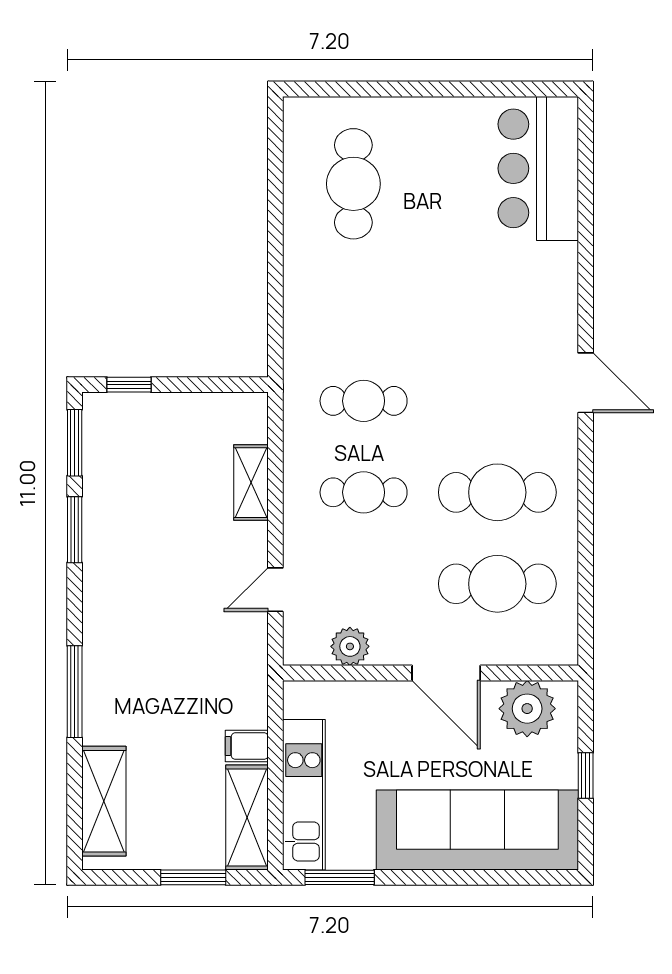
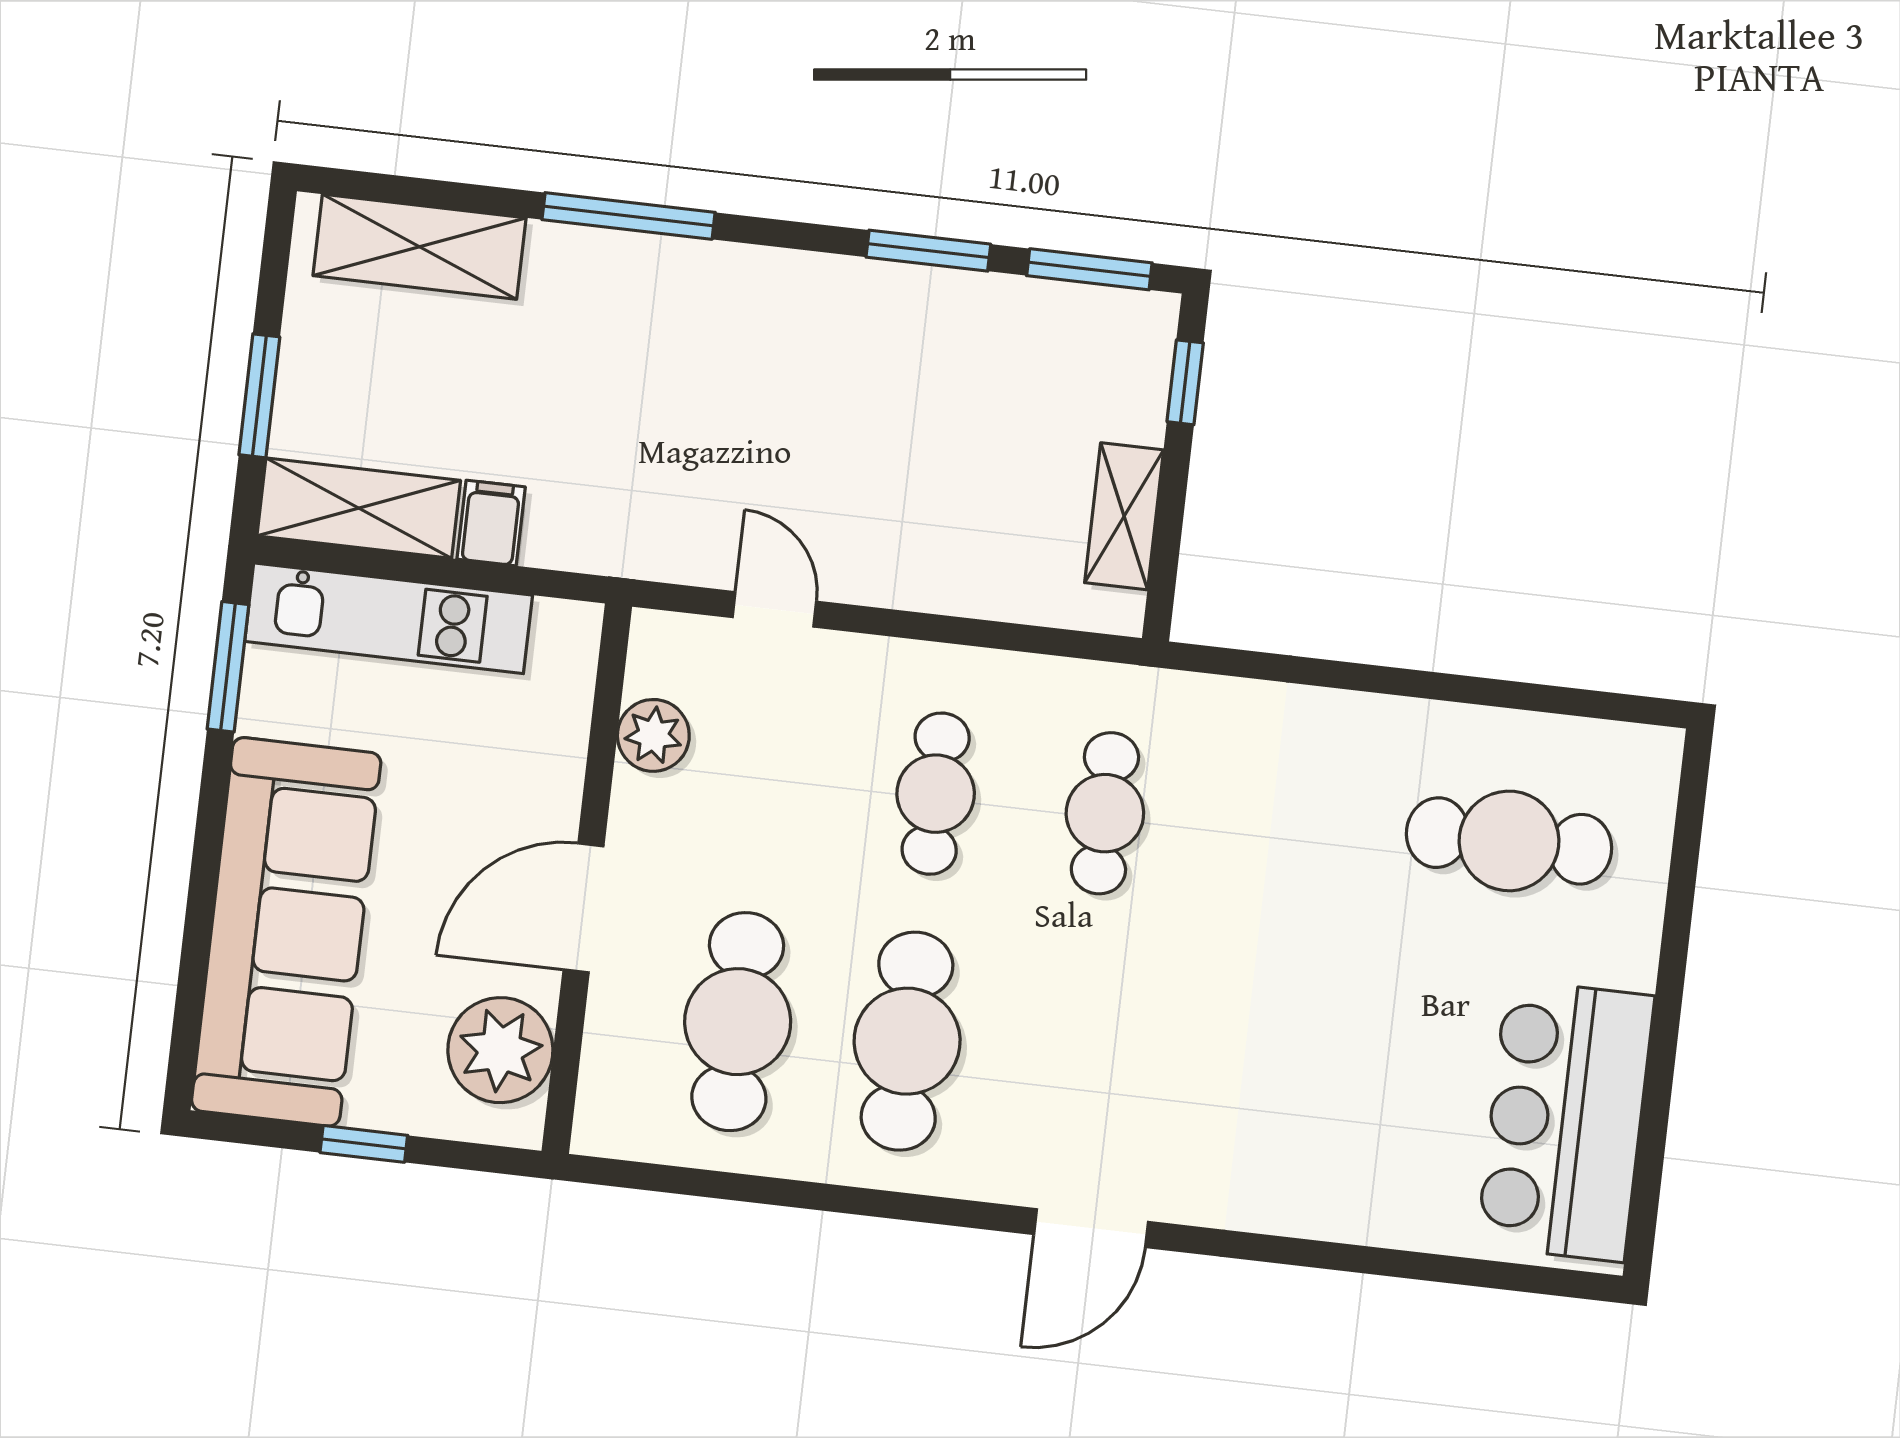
bar counter: (538, 168) -> (1566, 1121), moved, turned -90
shelving: (251, 483) -> (1124, 516), moved, turned 90

